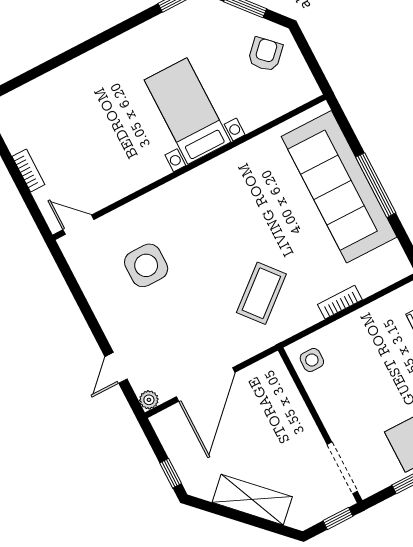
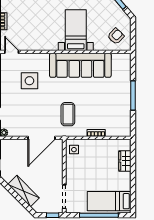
armchair: (265, 54) -> (116, 36), moved
sofa: (339, 187) -> (80, 65), moved, turned -90
coffee table: (261, 293) -> (68, 114), turned -50
door: (206, 385) -> (42, 138), moved

